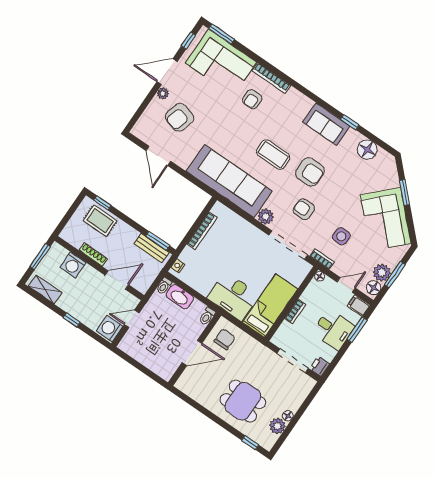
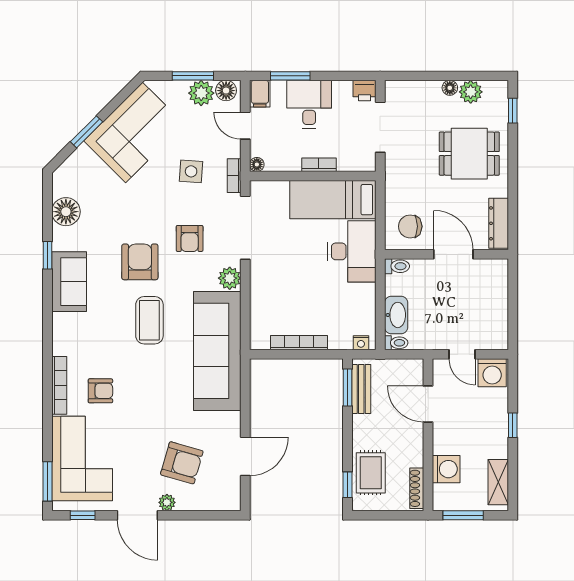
shoe rack: (93, 254) -> (417, 488), moved
dresser: (192, 391) -> (499, 223), added
dining table: (243, 401) -> (469, 154), turned 90

